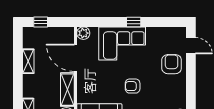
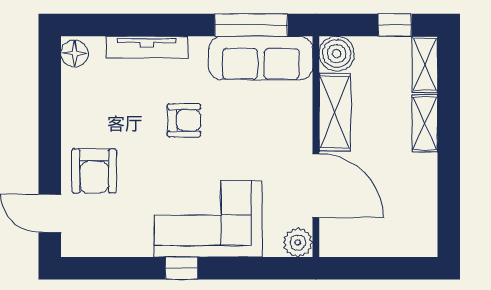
window: (41, 22) -> (396, 268), removed
shelving: (28, 61) -> (425, 123), moved

